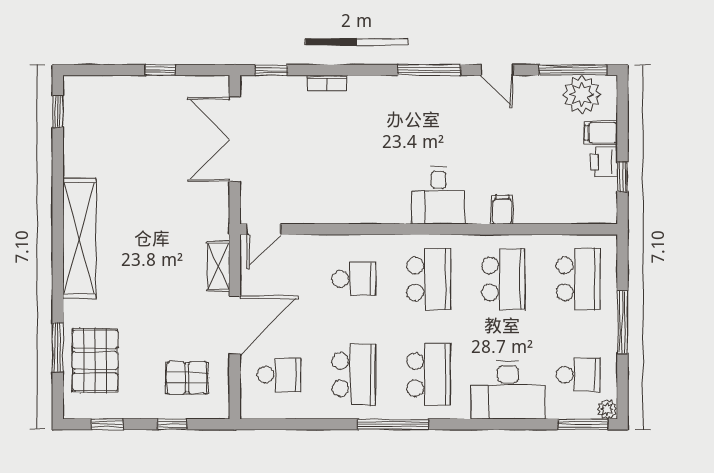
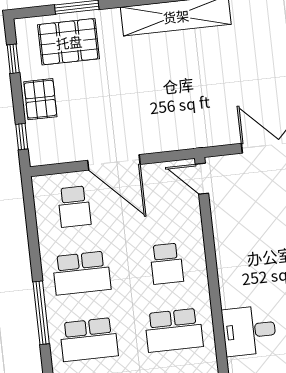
shelving: (218, 266) -> (165, 142), removed
pallet: (187, 378) -> (40, 99), moved
window: (172, 424) -> (22, 137), moved

